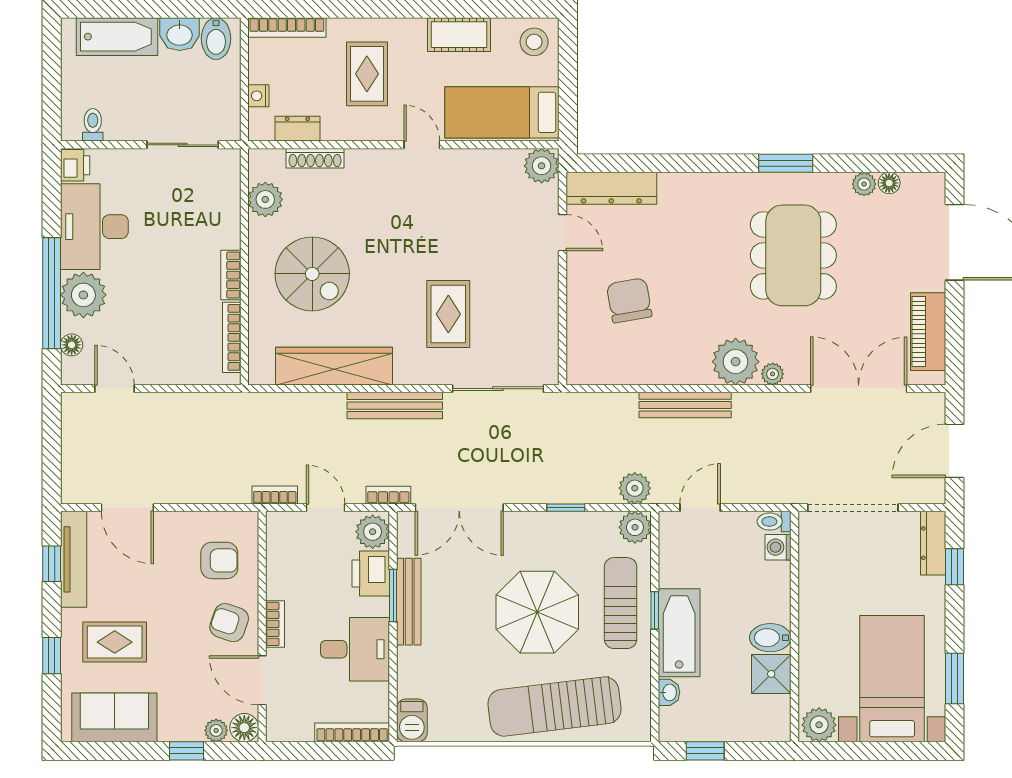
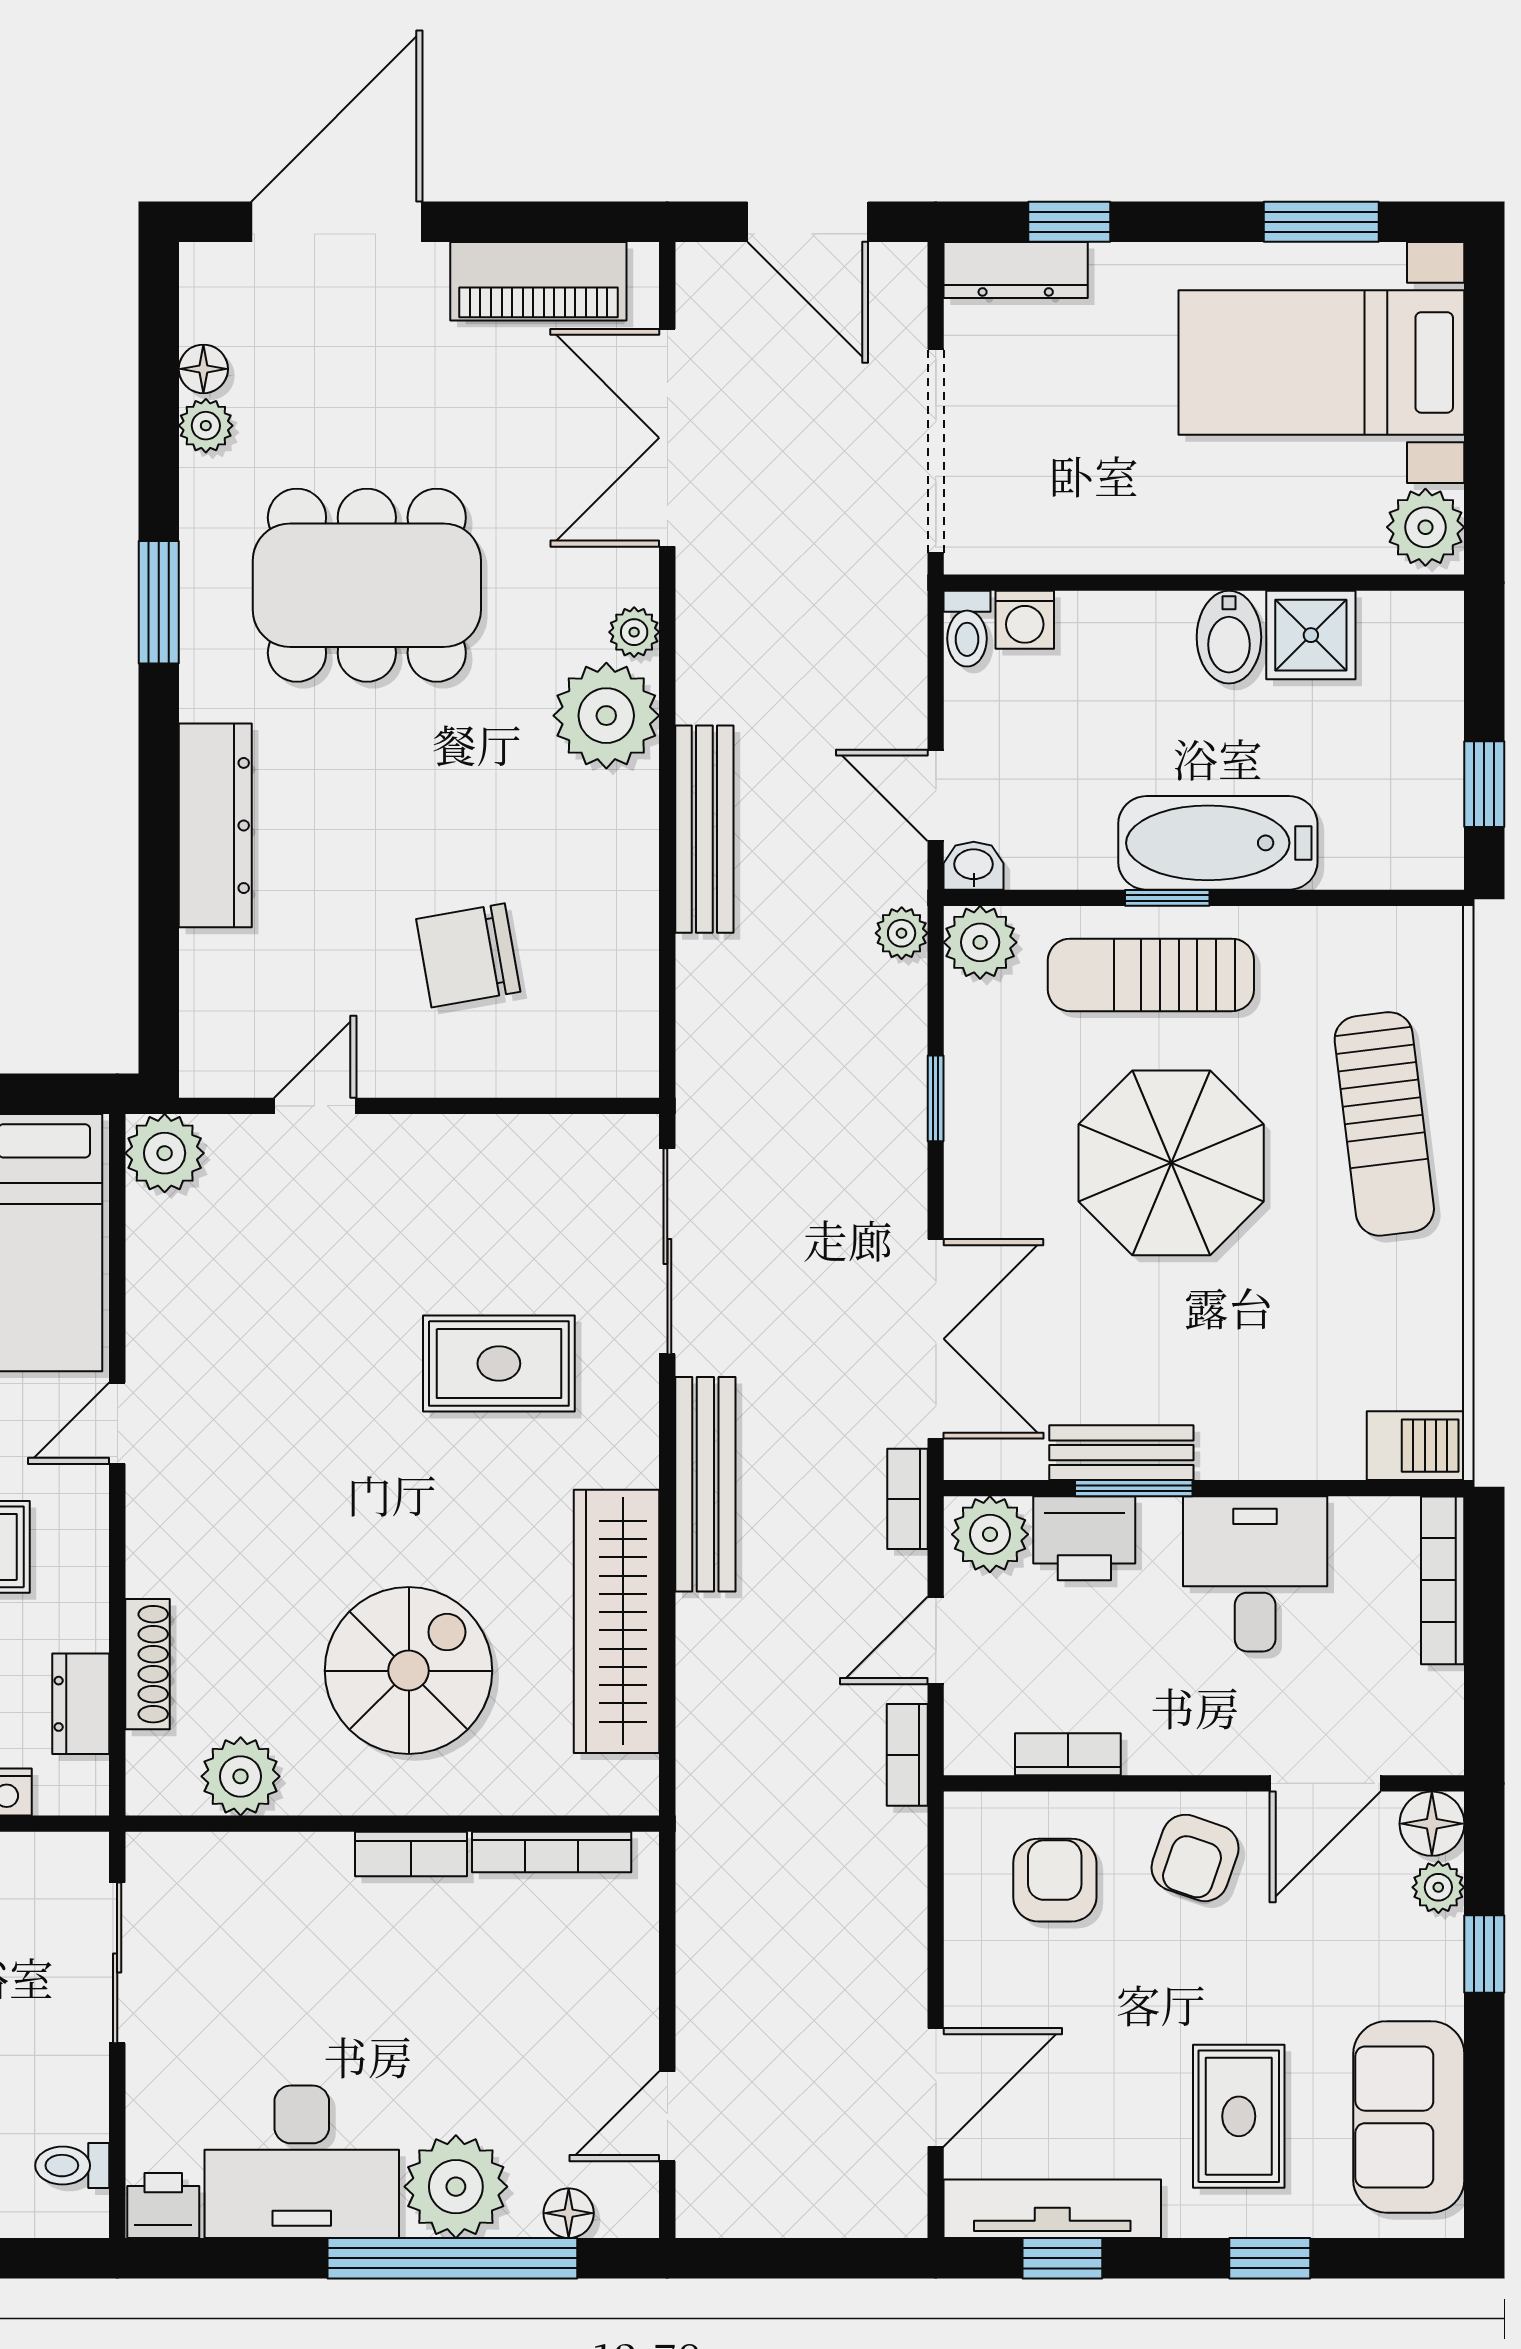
dresser: (611, 188) -> (215, 825), moved
plant: (635, 488) -> (902, 933), width x0.73, depth x0.73
bench: (409, 602) -> (1121, 1453), width x0.73
bookcase: (275, 624) -> (1068, 1754), moved
washbasin: (669, 692) -> (974, 866), moved
sun lounger: (554, 707) -> (1384, 1124), width x0.73, depth x0.75

